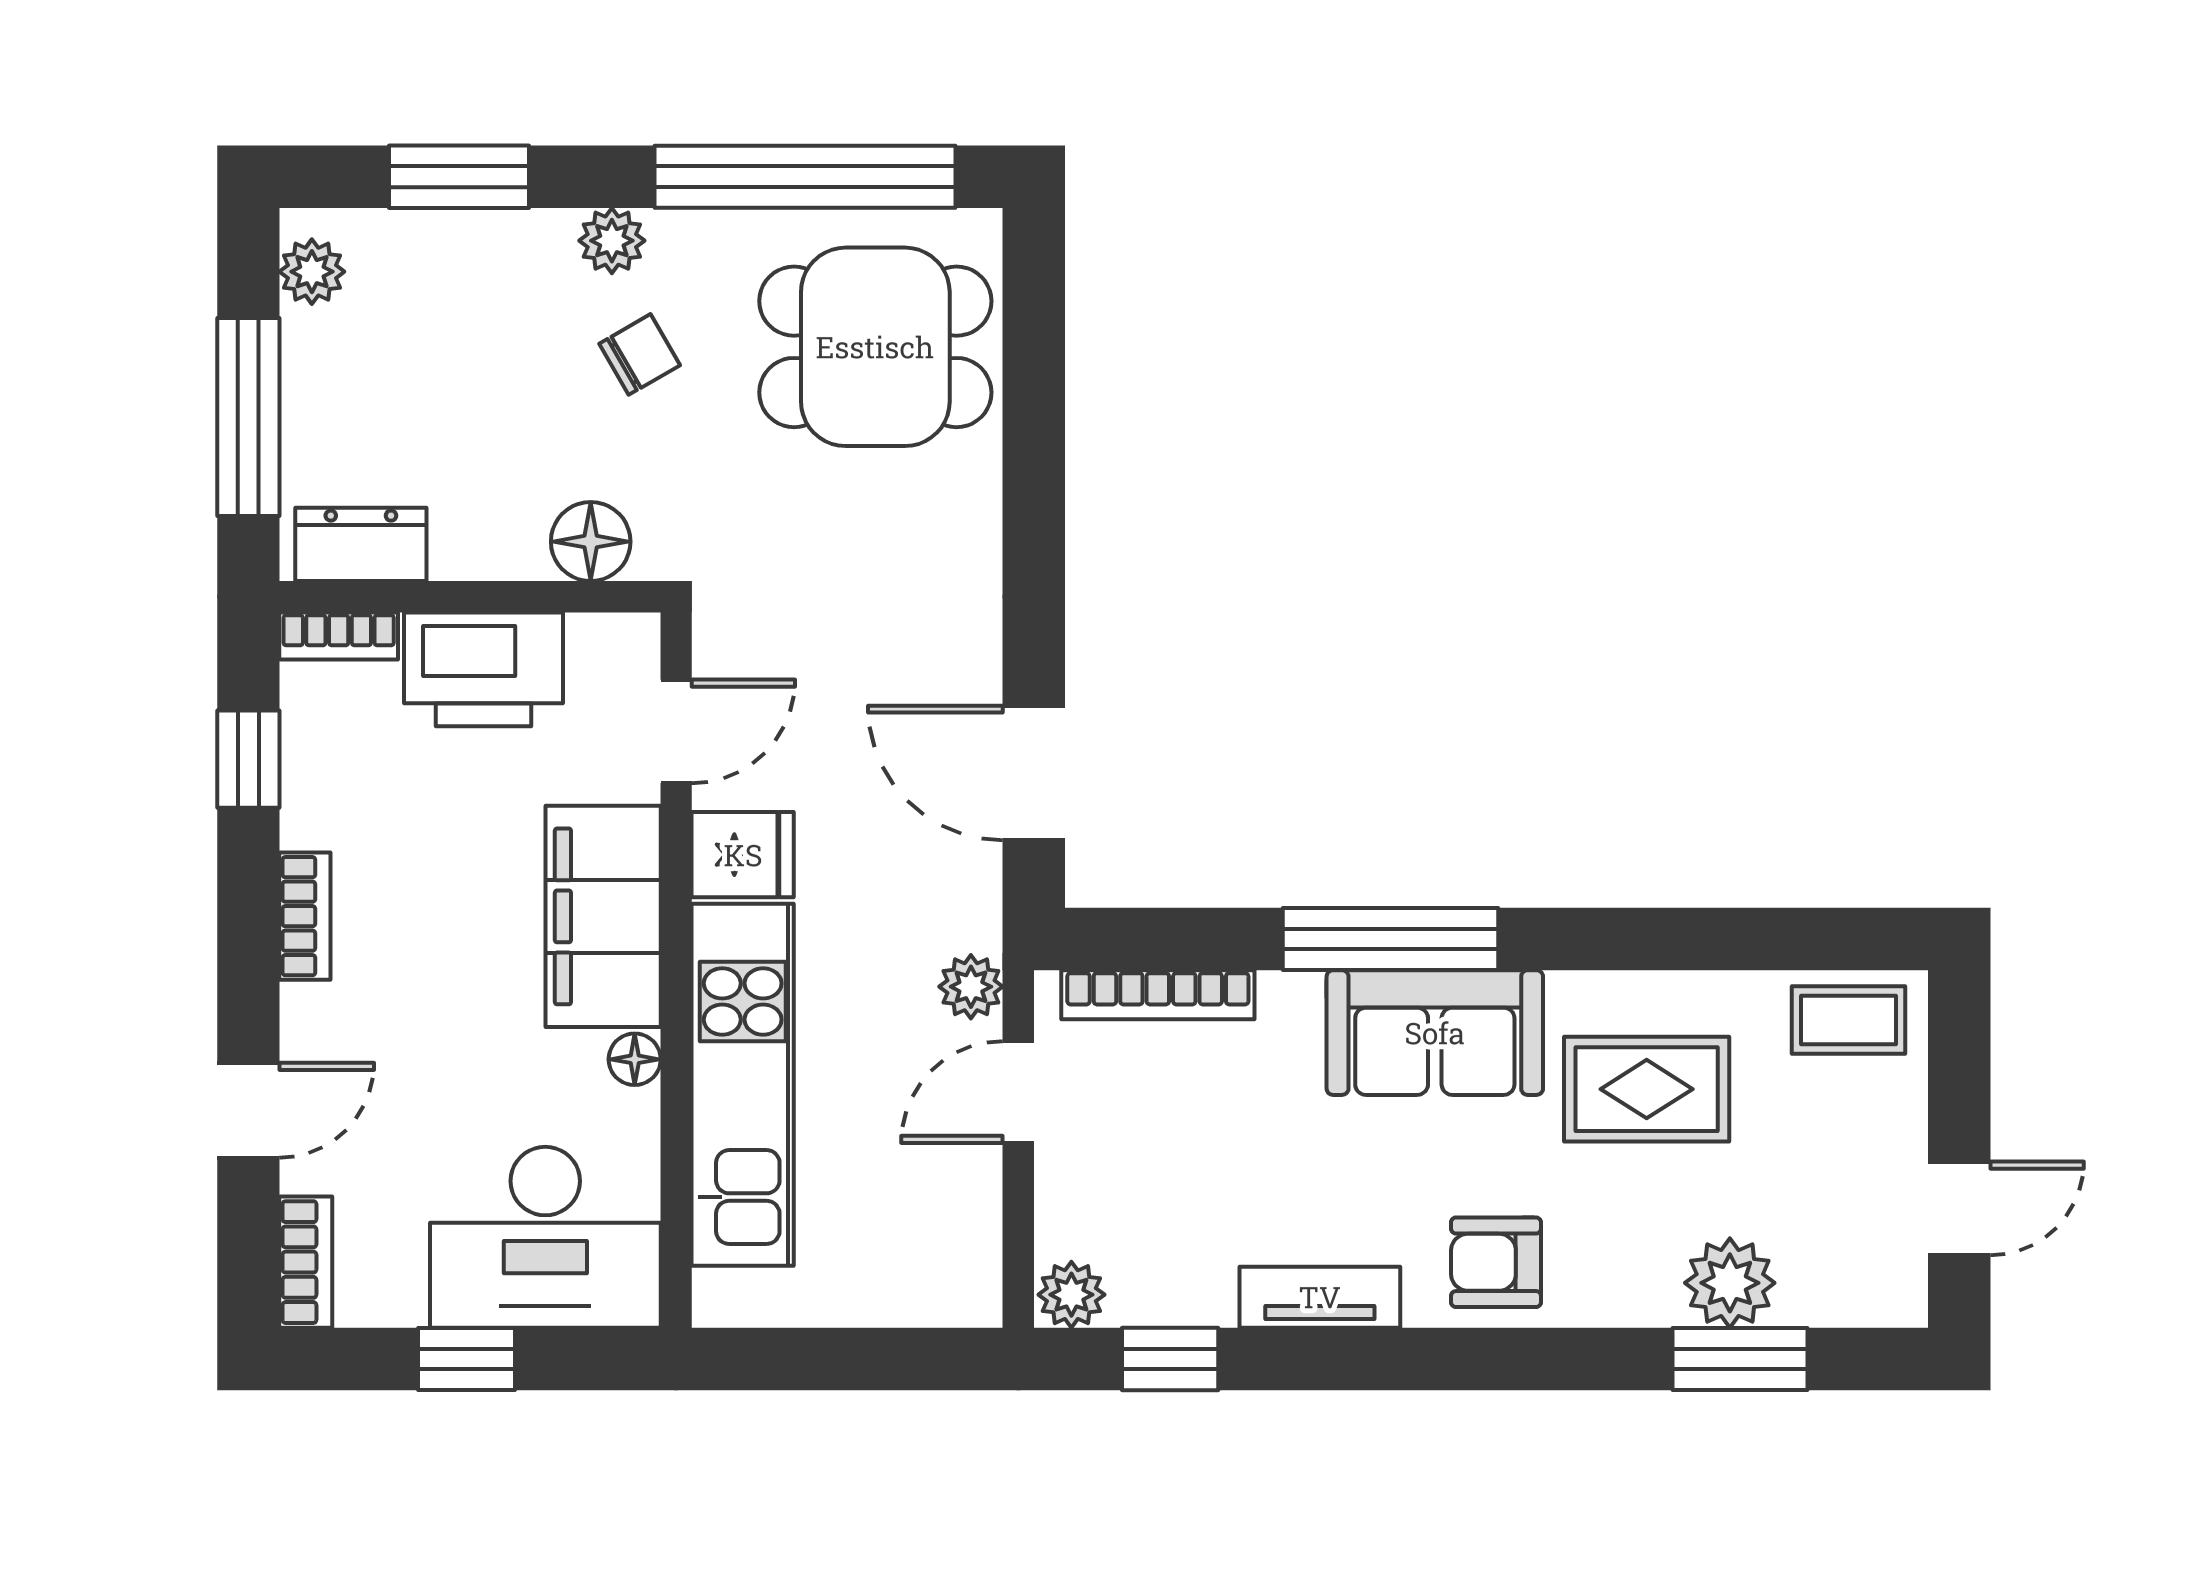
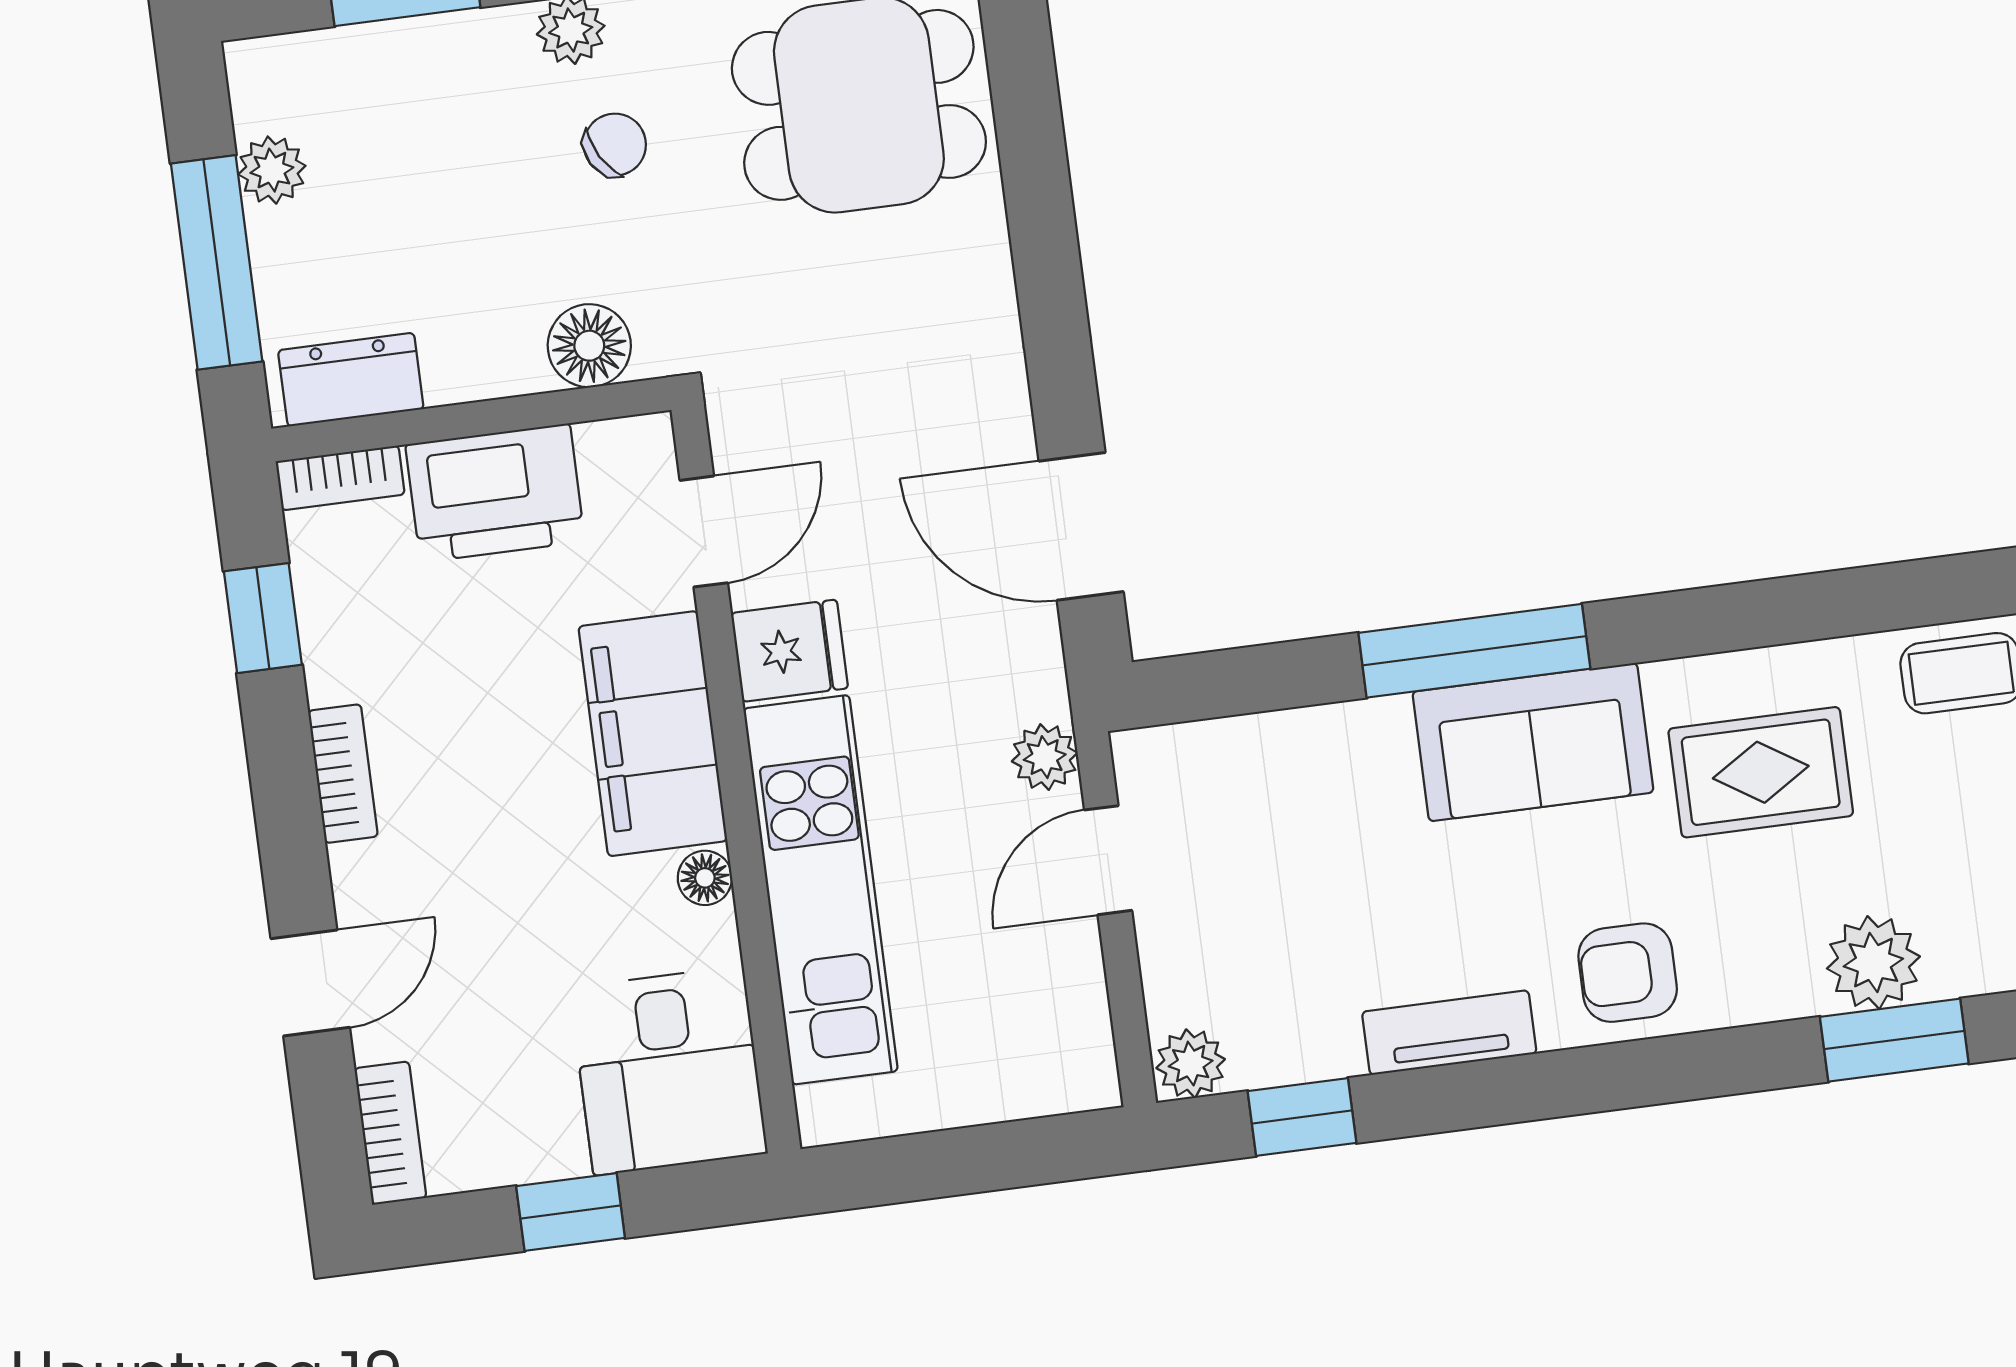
plant: (312, 272) -> (272, 170), moved
bookcase: (1158, 995) -> (1240, 740), removed
desk: (545, 1237) -> (669, 1071), width x0.73

